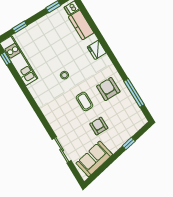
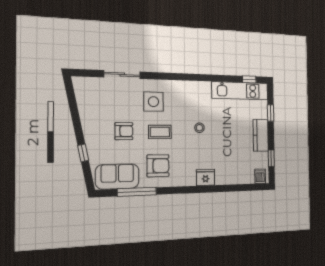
kitchen counter: (81, 25) -> (261, 135), moved, turned -90
side table: (67, 118) -> (153, 102), added
sofa: (94, 159) -> (117, 177), moved, turned -78

